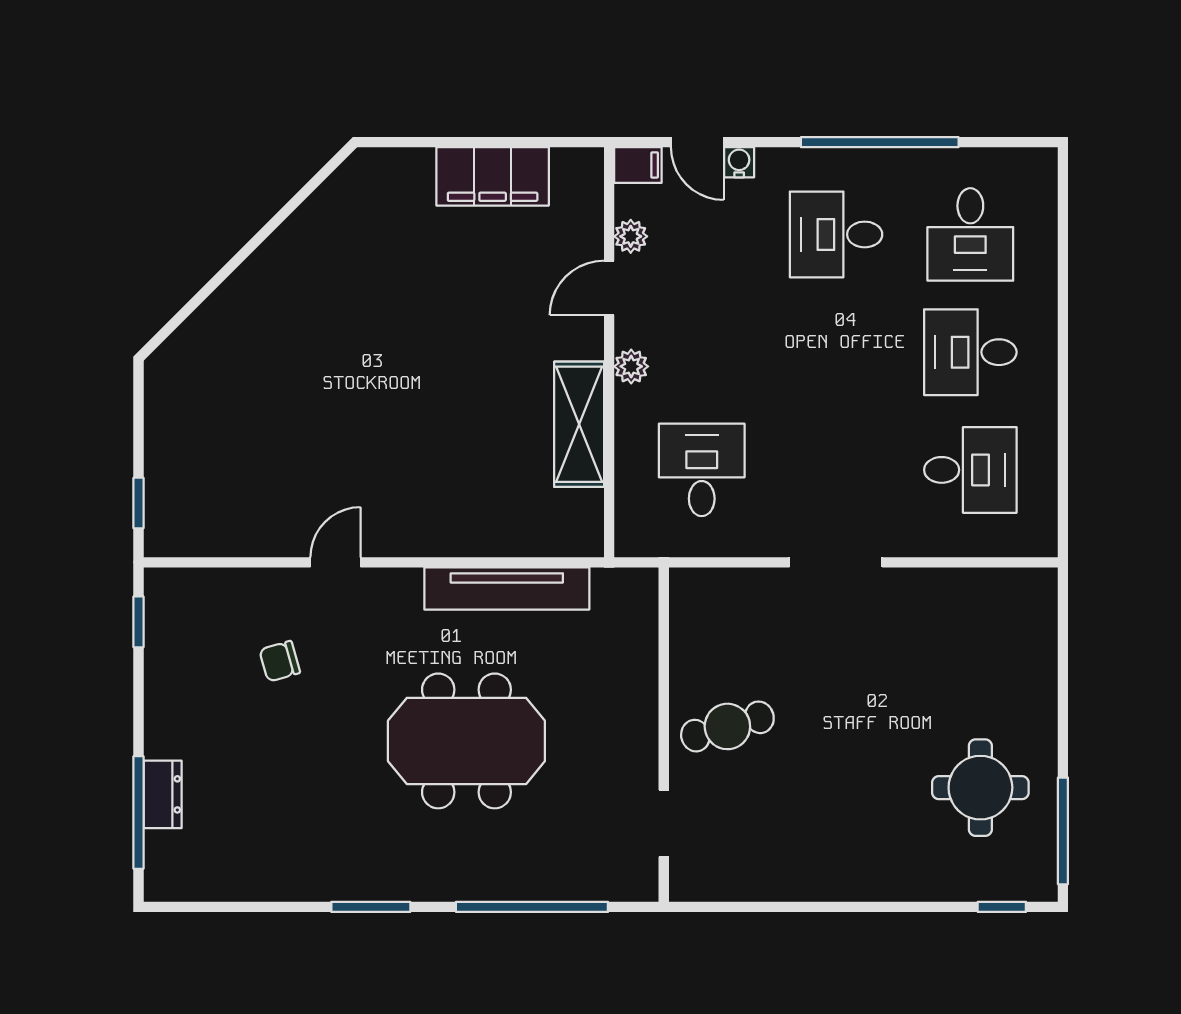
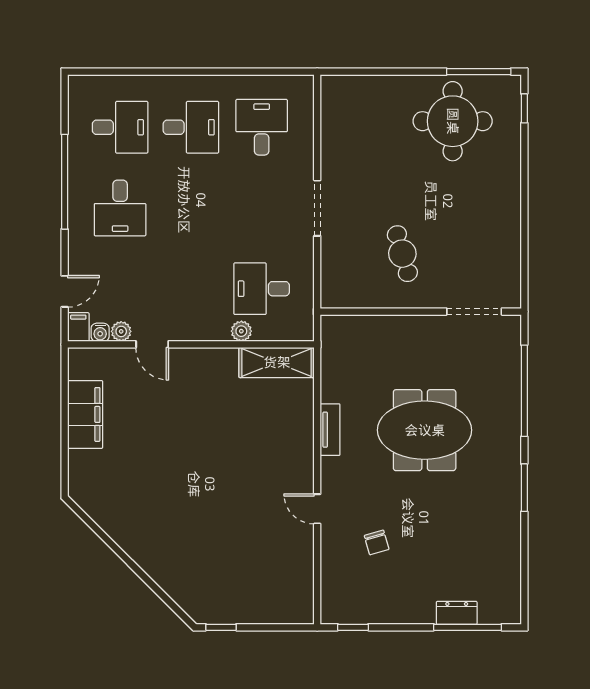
water cooler: (739, 162) -> (100, 332), moved, turned -90
desk: (970, 352) -> (191, 127), turned -90
plant: (631, 366) -> (241, 331), moved
shelving: (579, 424) -> (277, 362), moved
window: (138, 503) -> (221, 627), moved
tv unit: (507, 588) -> (330, 430), width x0.52, depth x0.78
cafe table: (727, 726) -> (402, 254), moved
meeting table: (466, 741) -> (425, 430), turned 90
round table: (980, 788) -> (453, 121), width x1.36, depth x1.36
doorway: (664, 823) -> (474, 312), width x1.38

